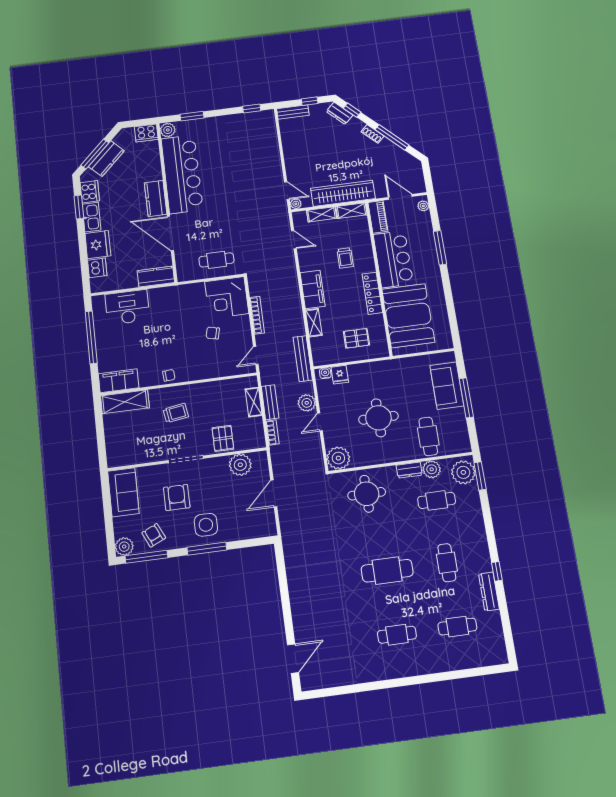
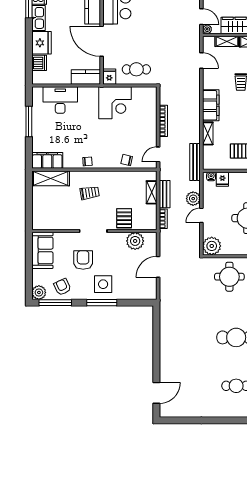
fridge: (184, 272) -> (109, 77), added
corner desk: (227, 298) -> (115, 103), moved, turned -90
chair: (213, 333) -> (127, 160), moved
window: (91, 337) -> (29, 121), width x0.68

